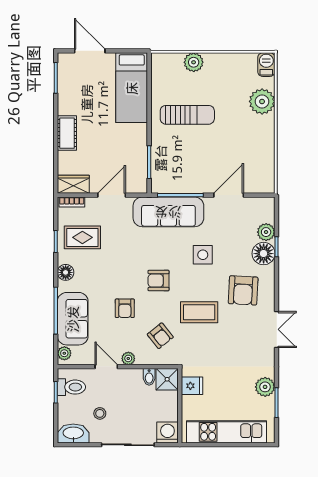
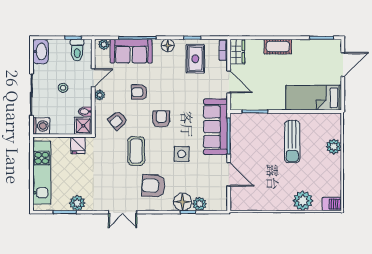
stool: (100, 413) -> (63, 88), moved

